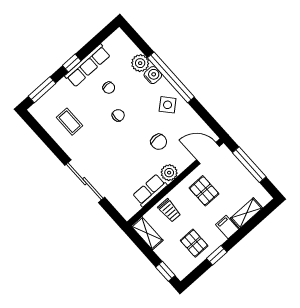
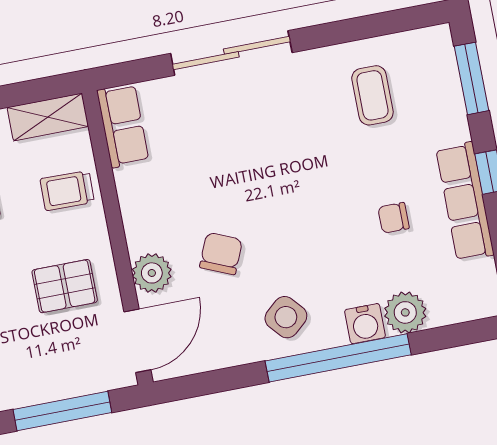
chair: (118, 115) -> (325, 203), removed
coffee table: (69, 122) -> (372, 95), turned 90
chair: (159, 142) -> (221, 254), turned 113
plant: (169, 173) -> (152, 273), moved
row of seats: (150, 190) -> (123, 126), moved

